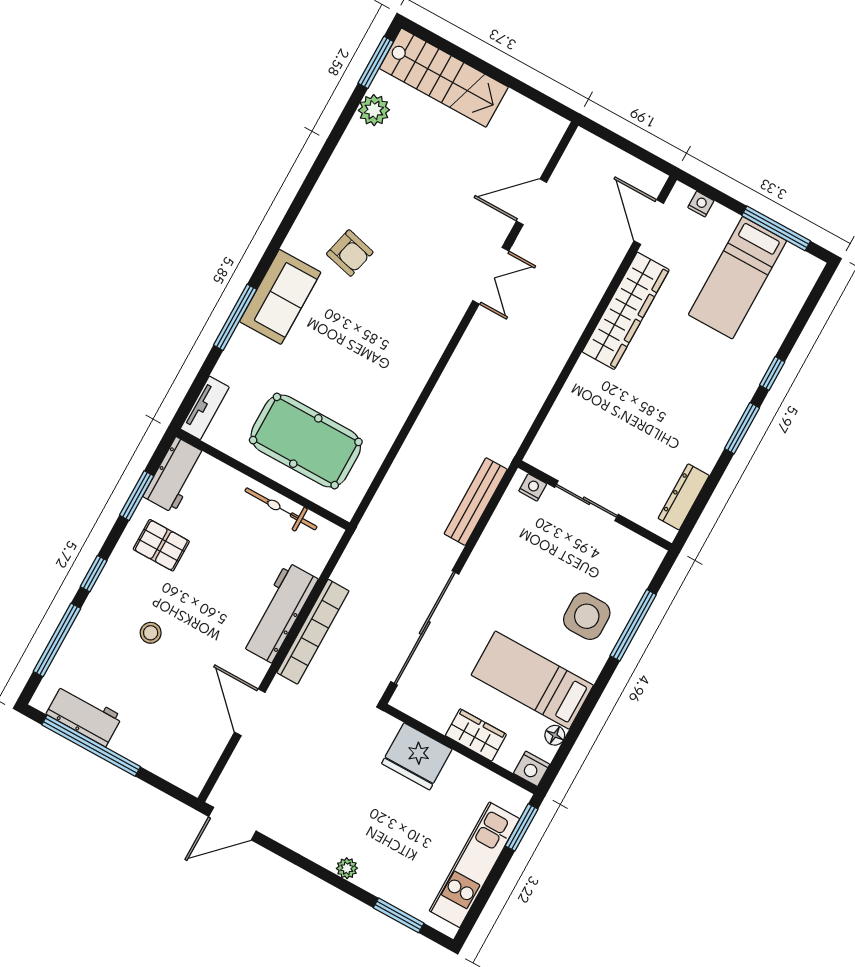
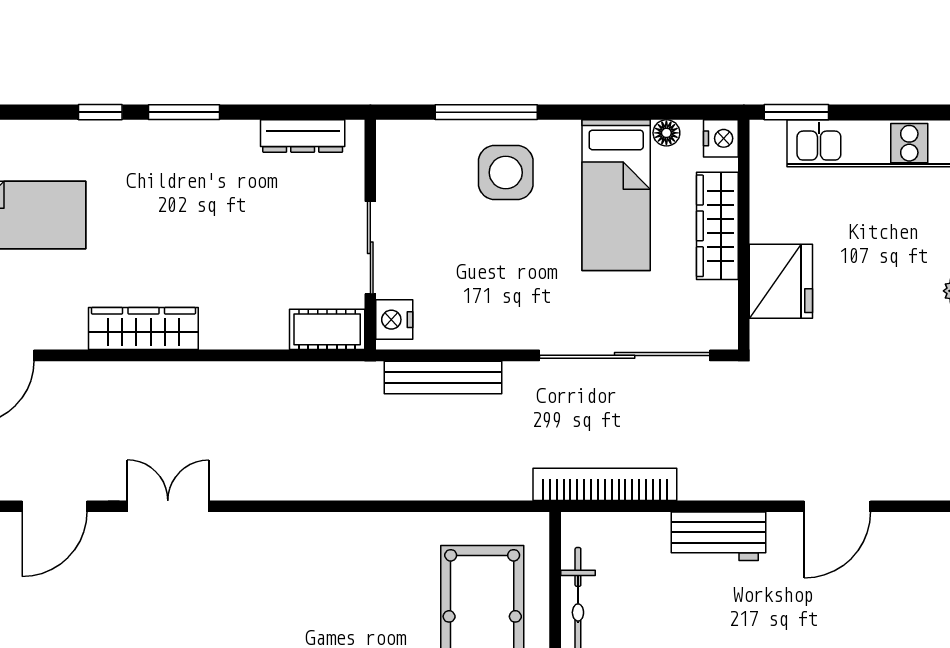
door: (532, 202) -> (54, 506), hinge flipped
wardrobe: (626, 311) -> (143, 329), width x0.71, depth x0.85
cot: (549, 443) -> (327, 329), added
nightstand: (533, 487) -> (394, 320), width x1.39, depth x1.35
workbench: (279, 612) -> (718, 536), width x0.73
bookcase: (313, 632) -> (605, 484), moved
wardrobe: (476, 735) -> (717, 226), width x1.50

